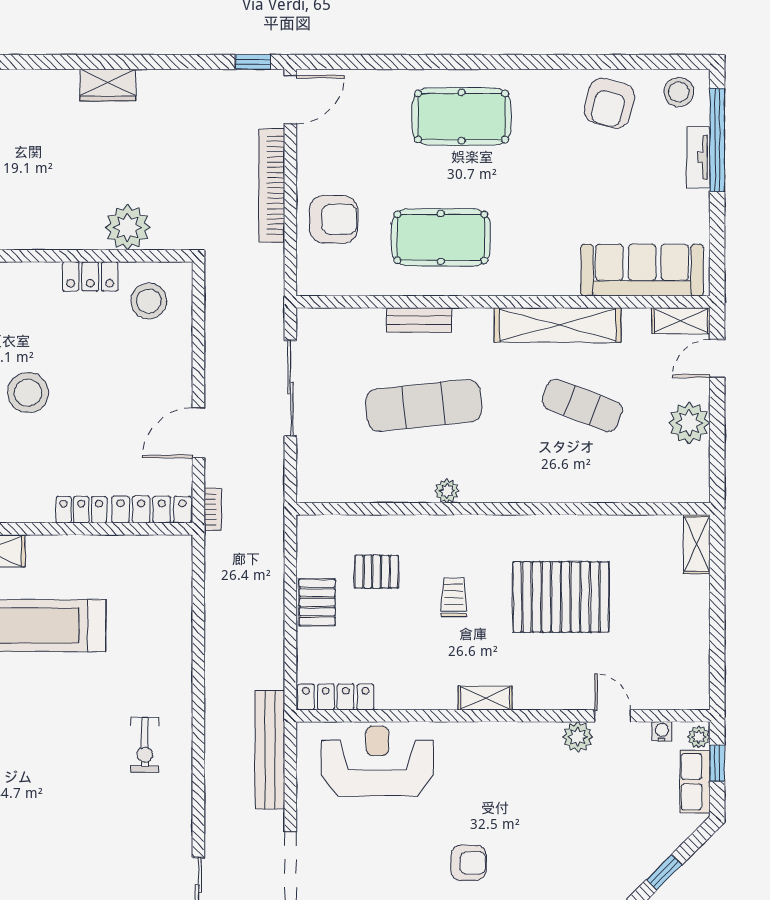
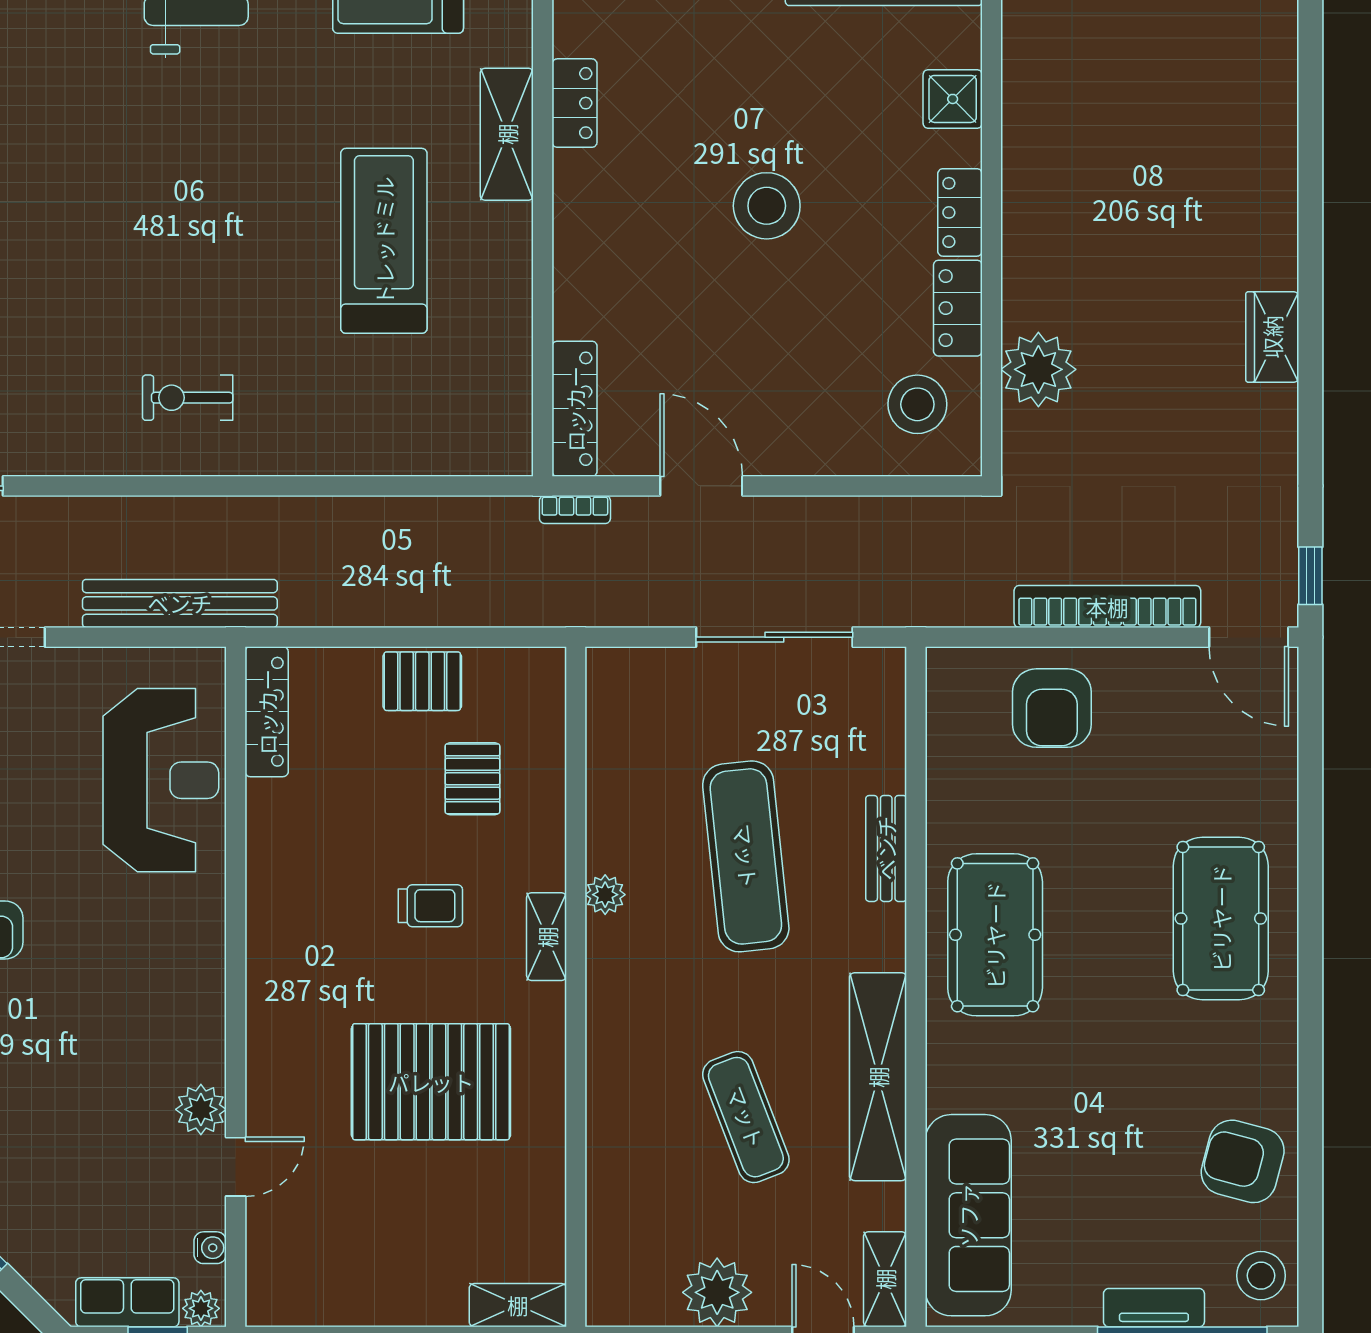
pool table: (441, 237) -> (995, 935), moved
exercise mat: (582, 405) -> (746, 1117), turned -42
locker: (81, 510) -> (960, 212), moved, turned 180
pallet: (561, 597) -> (431, 1082), turned 90
shelving: (485, 698) -> (547, 937), moved

